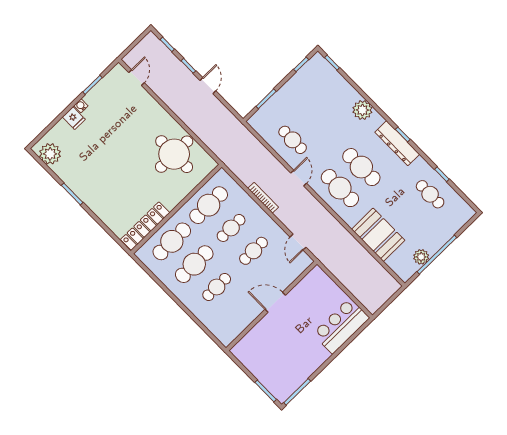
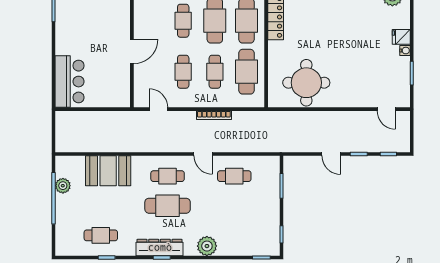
cafe table: (340, 188) -> (168, 176), width x0.73, depth x0.74

